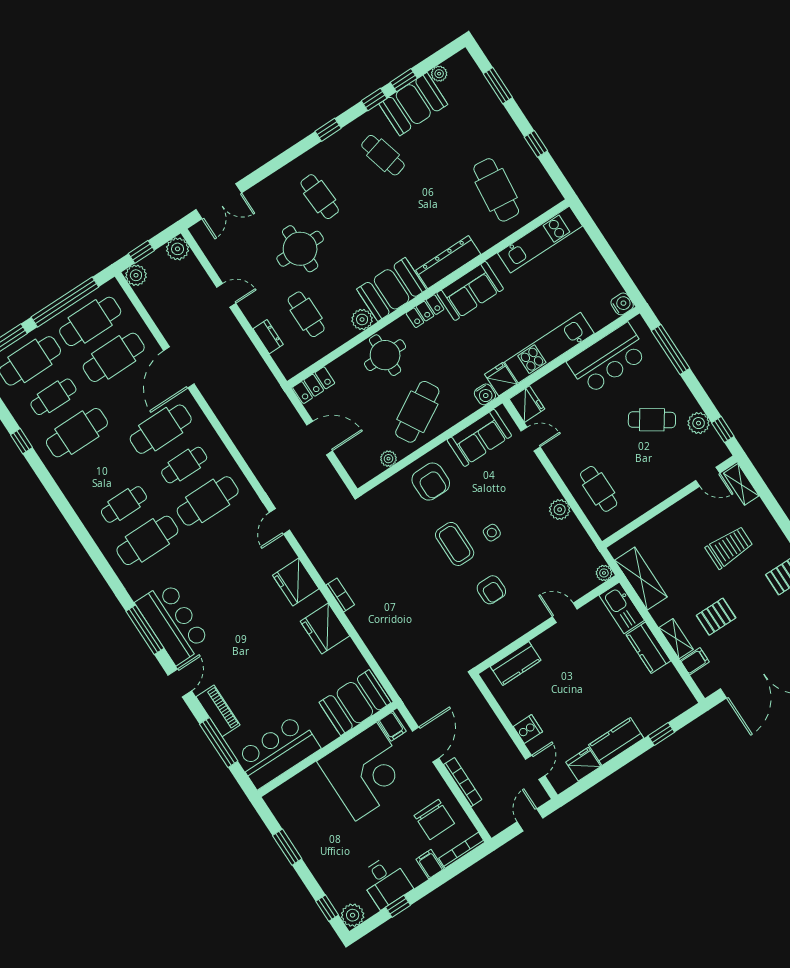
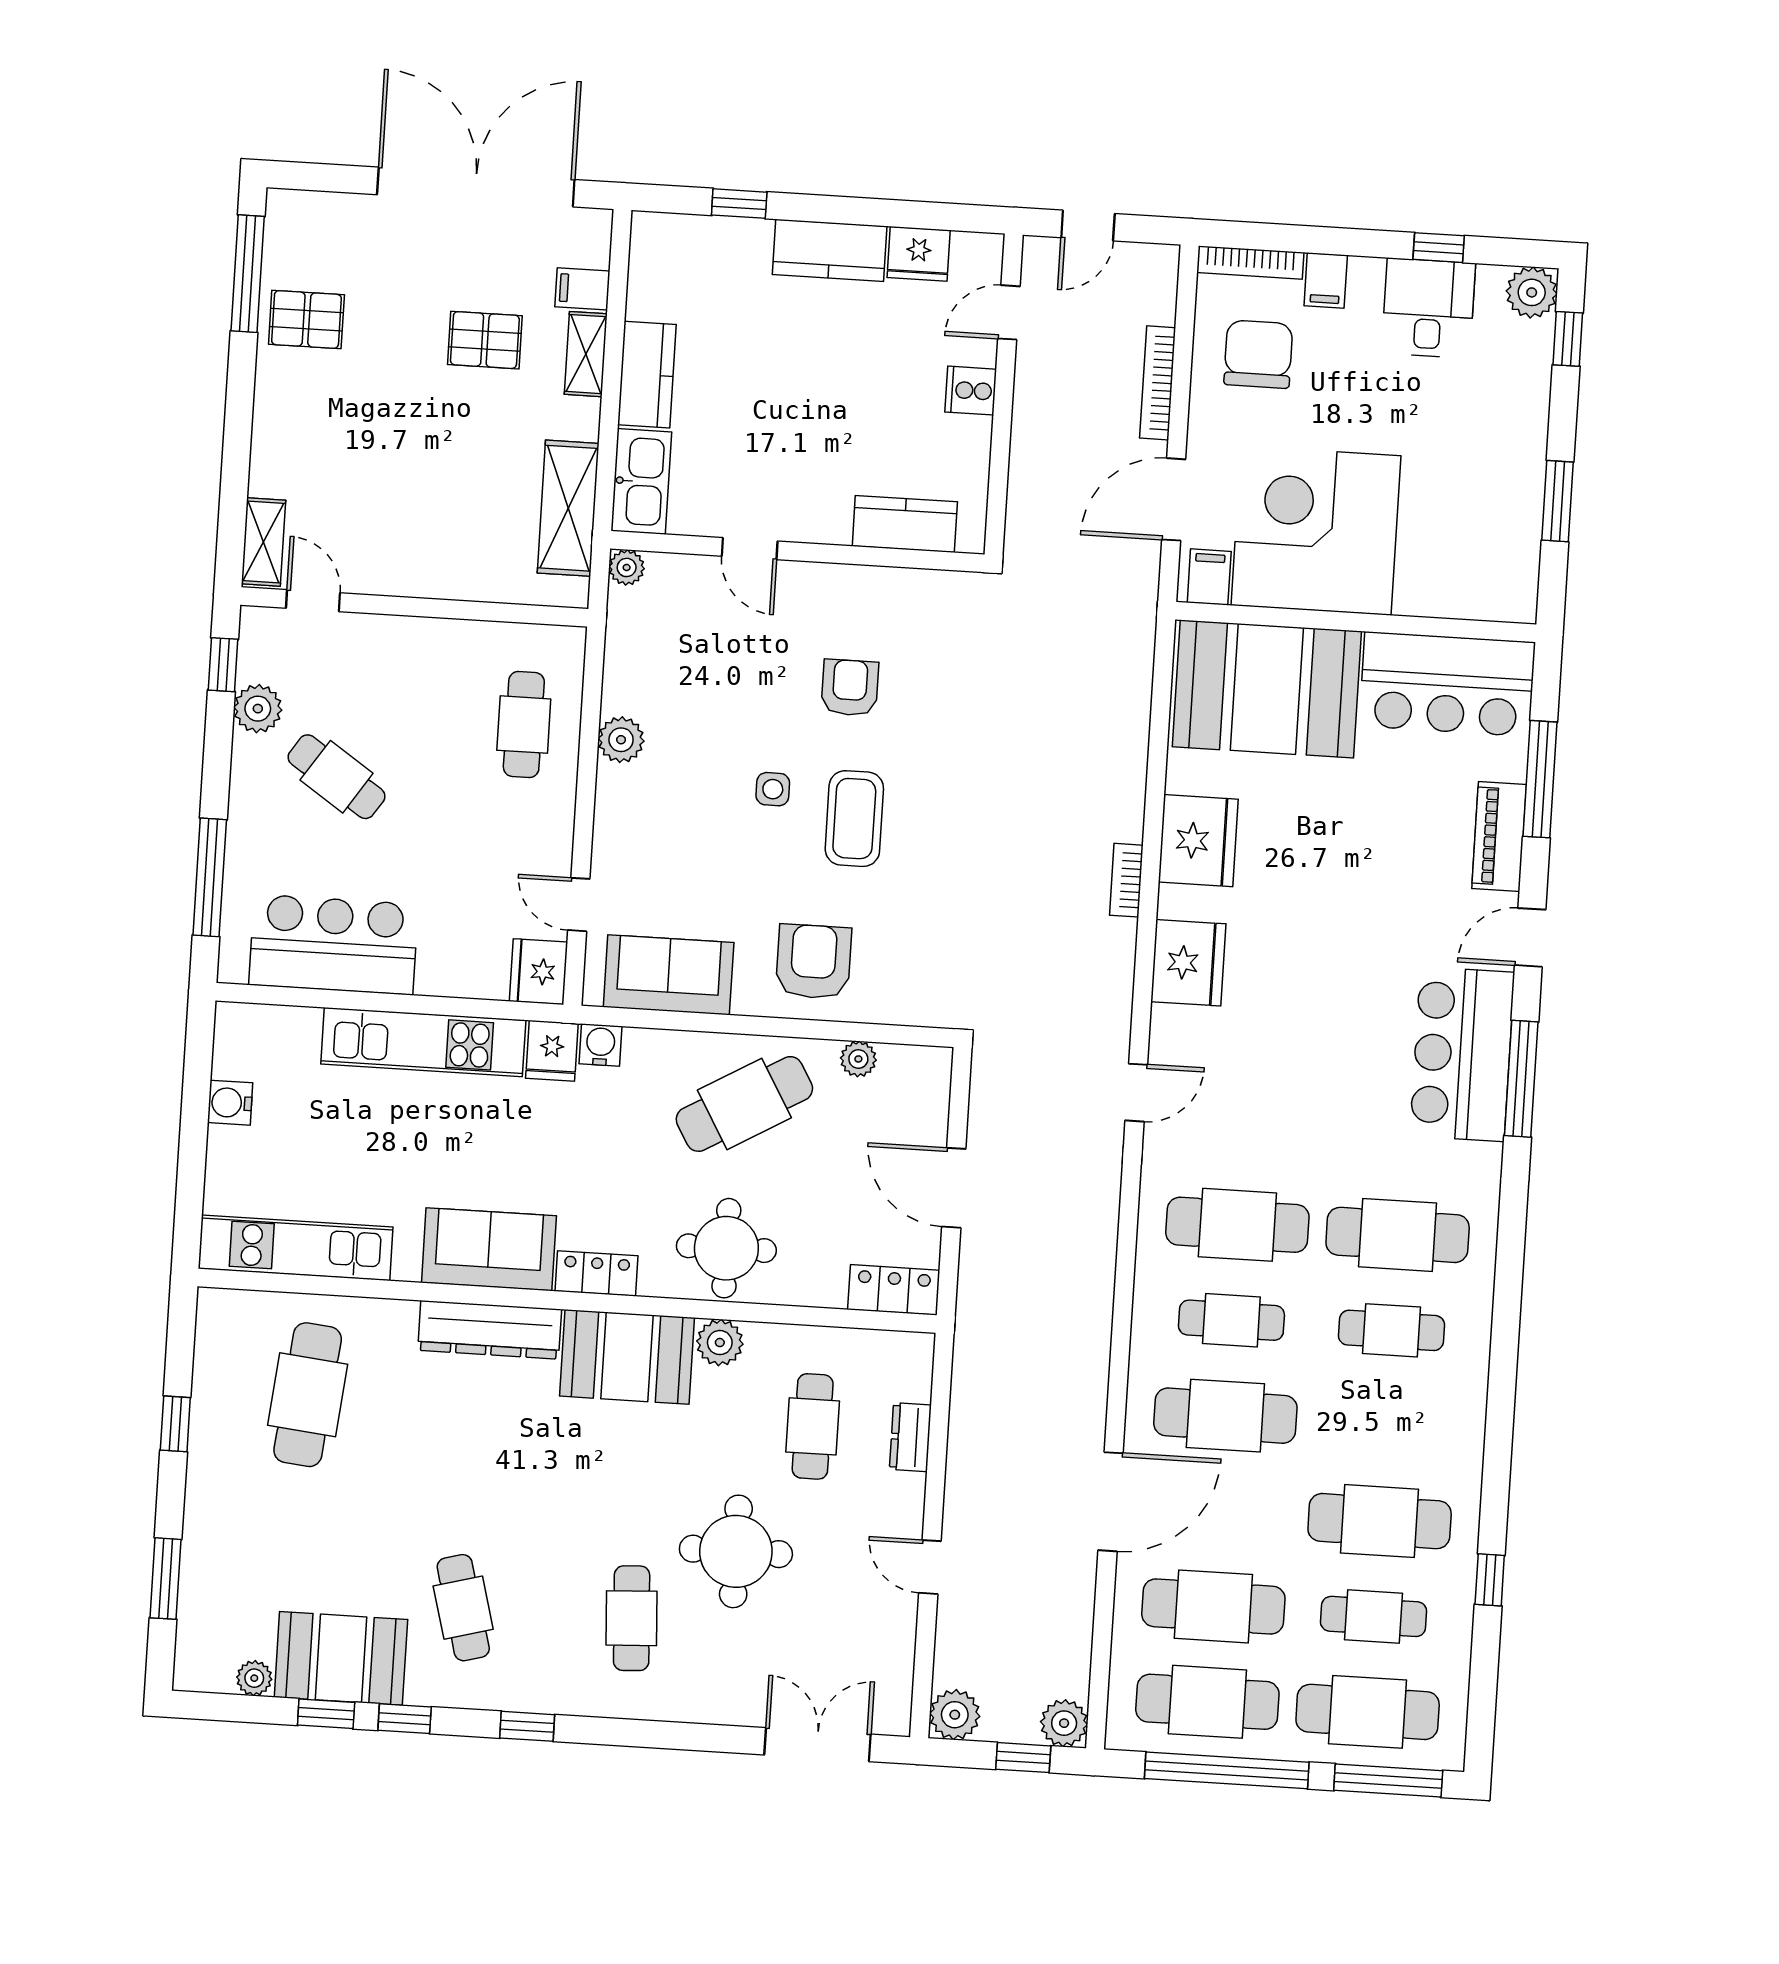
water cooler: (622, 304) -> (230, 1103), moved
trolley: (729, 547) -> (369, 446), removed
booth: (355, 703) -> (1267, 689), width x1.36, depth x1.42

